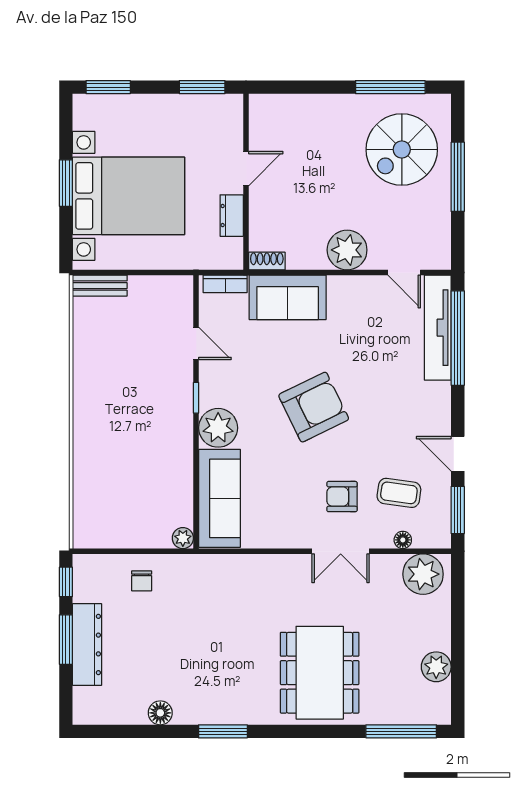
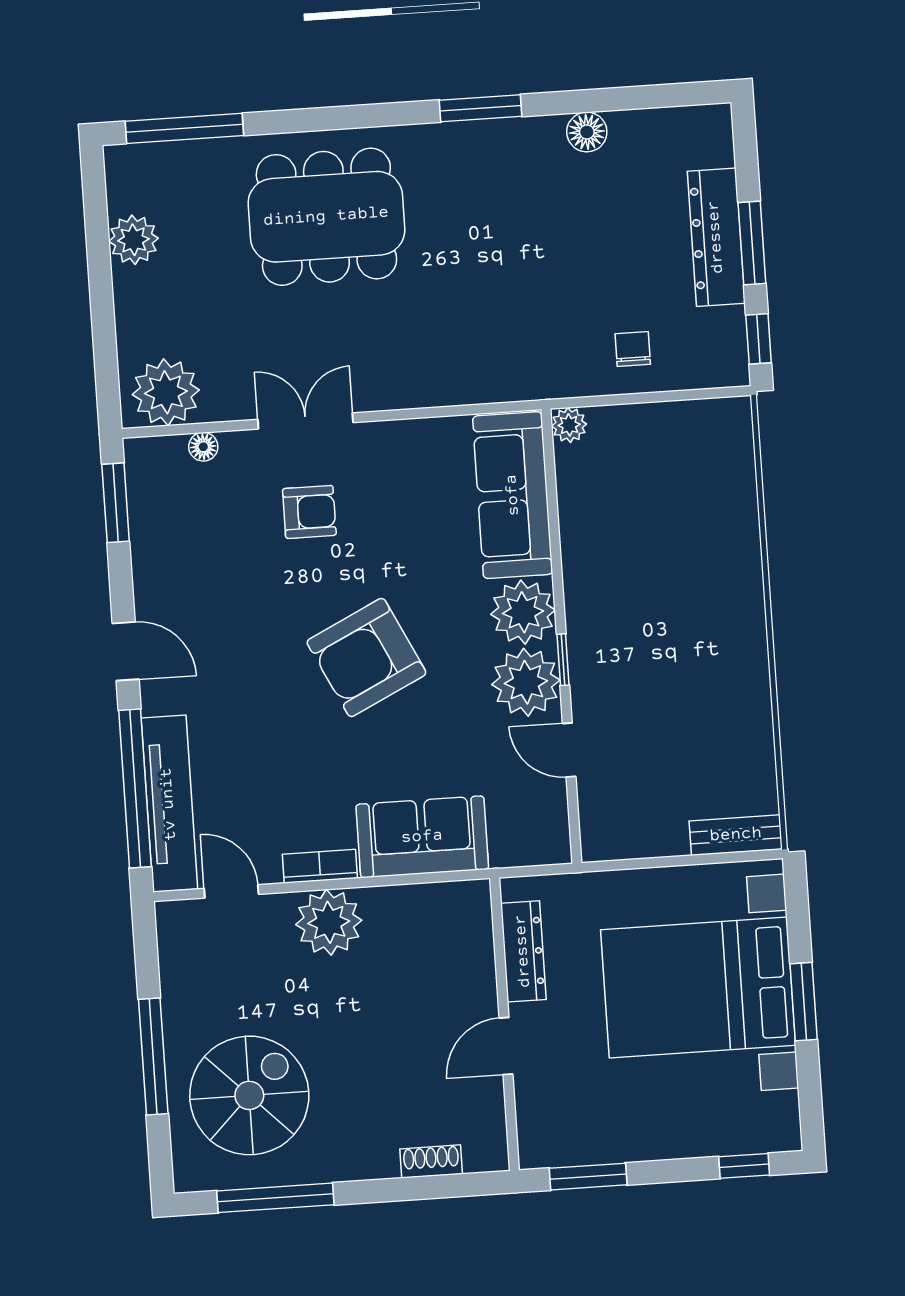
window: (108, 87) -> (744, 1166), width x0.67
dresser: (232, 216) -> (523, 951), width x1.44
shoe rack: (267, 261) -> (431, 1161), moved, turned 180
bookcase: (225, 284) -> (320, 866), moved
plant: (219, 386) -> (526, 682), added
door: (458, 454) -> (126, 651), moved
coffee table: (399, 493) -> (215, 525), removed
dining table: (320, 673) -> (326, 217), turned 90

